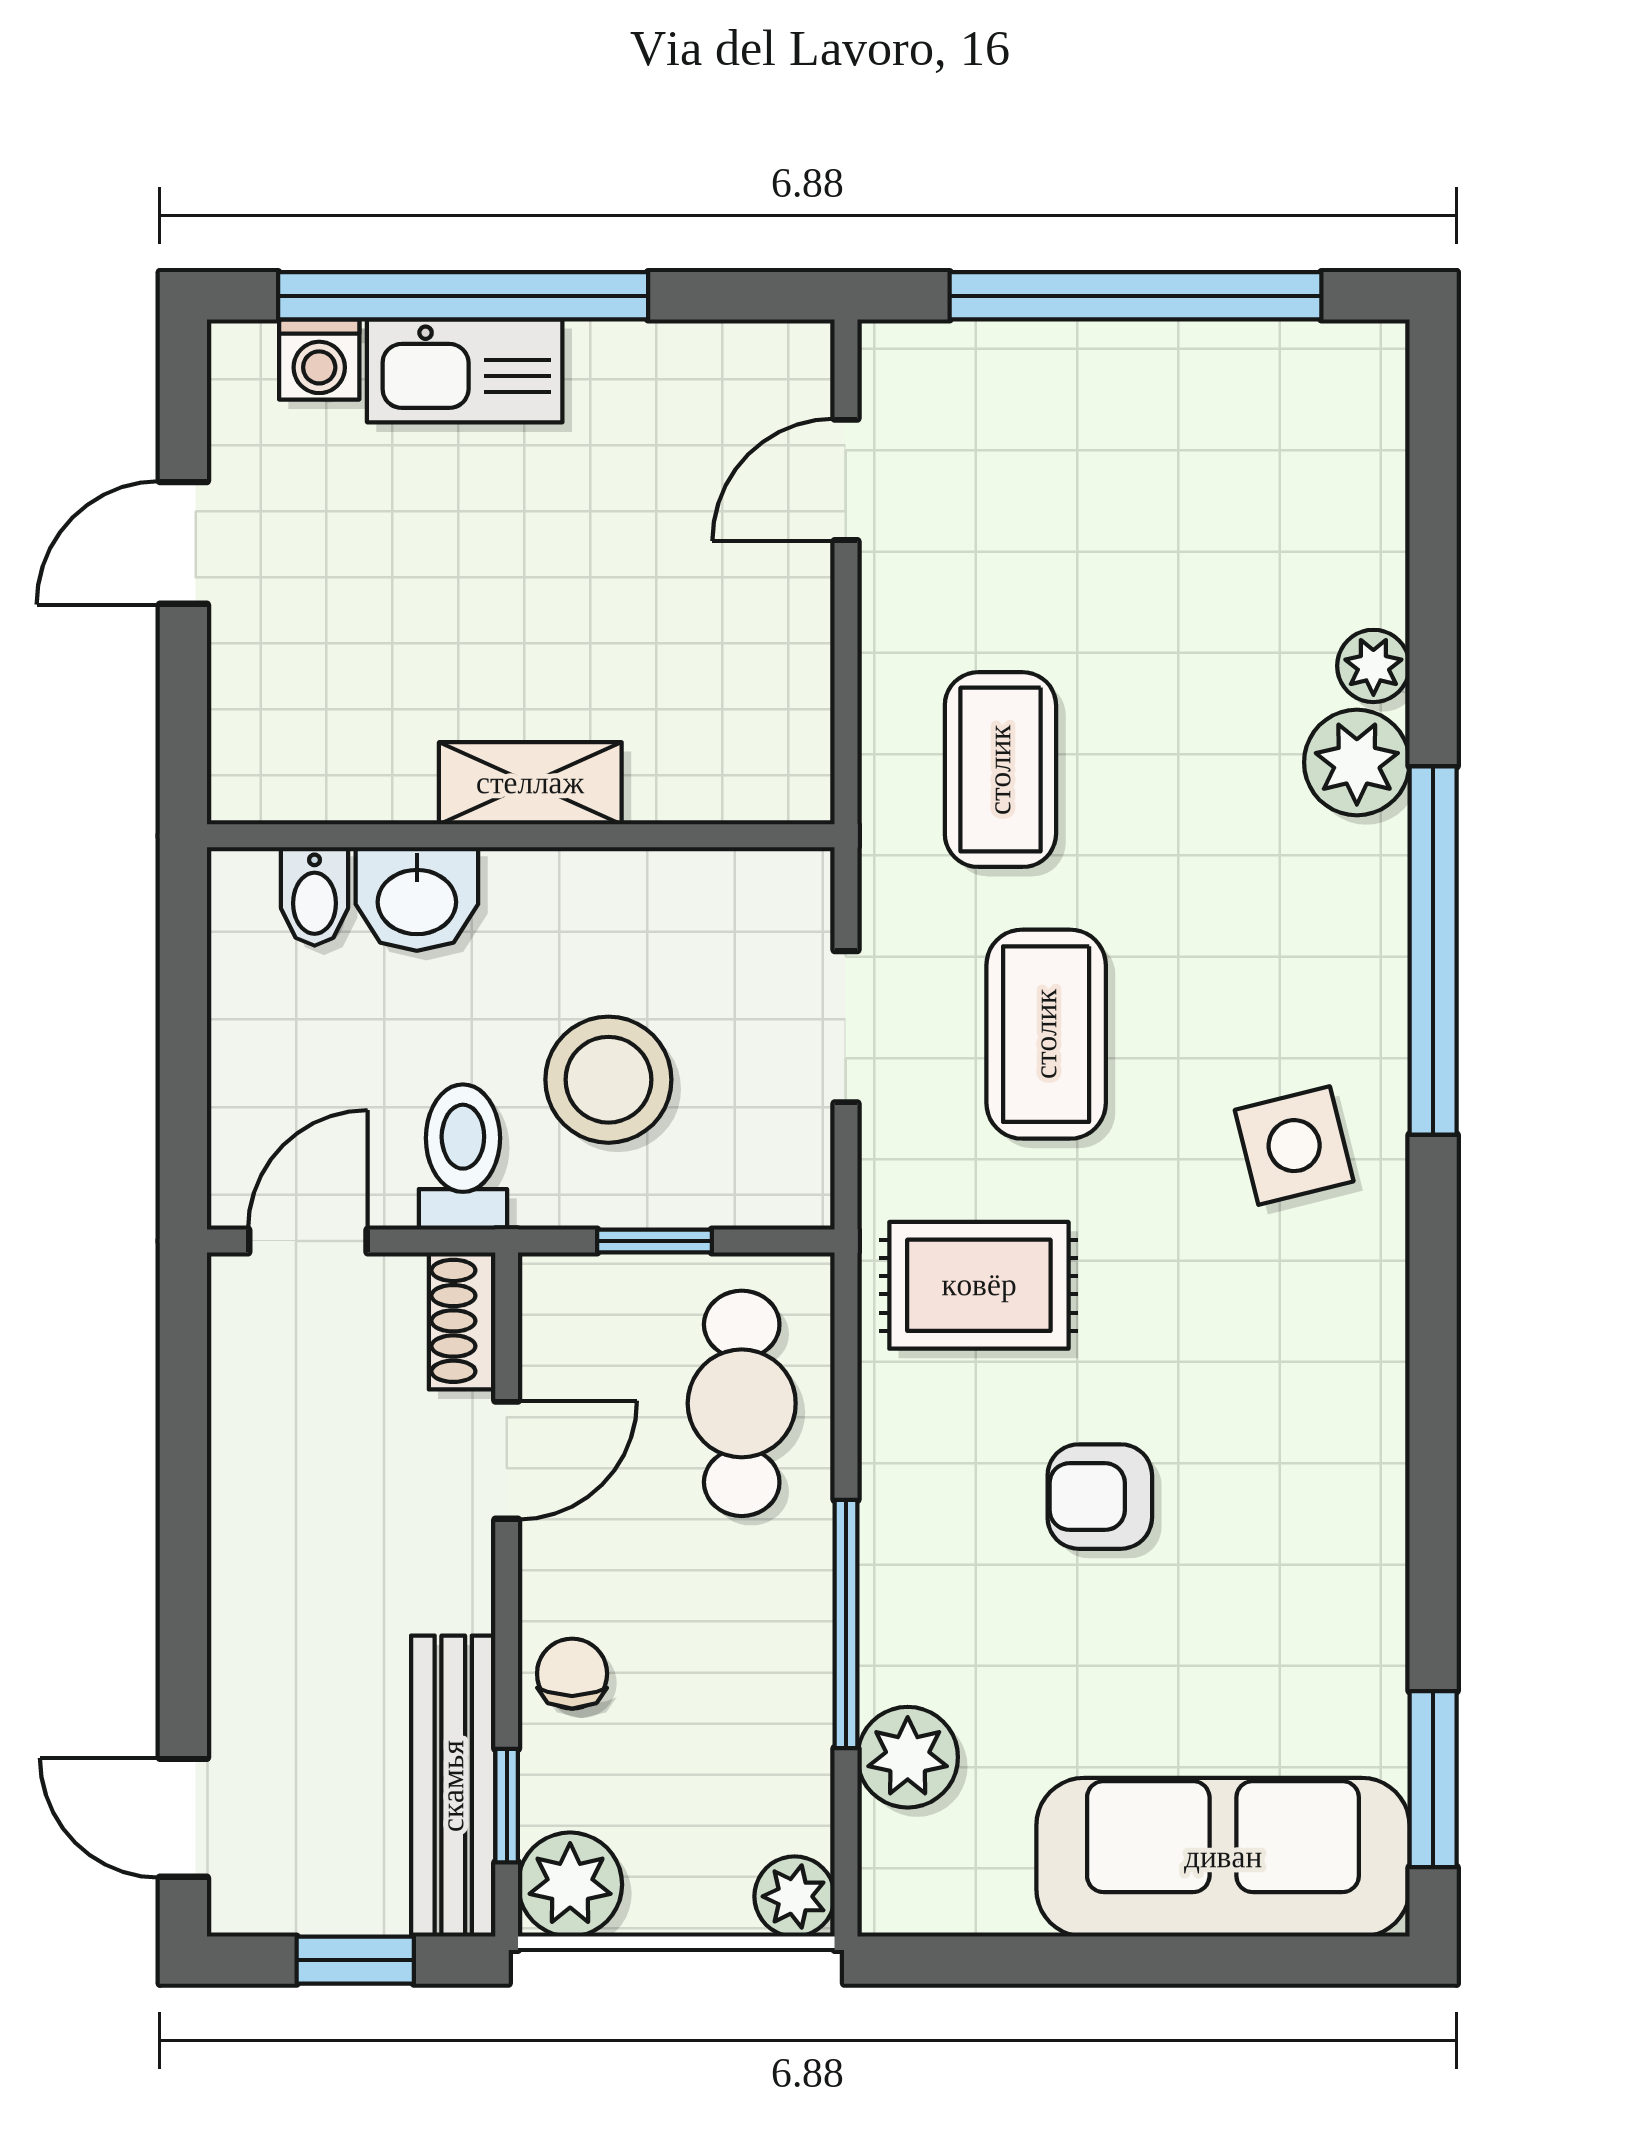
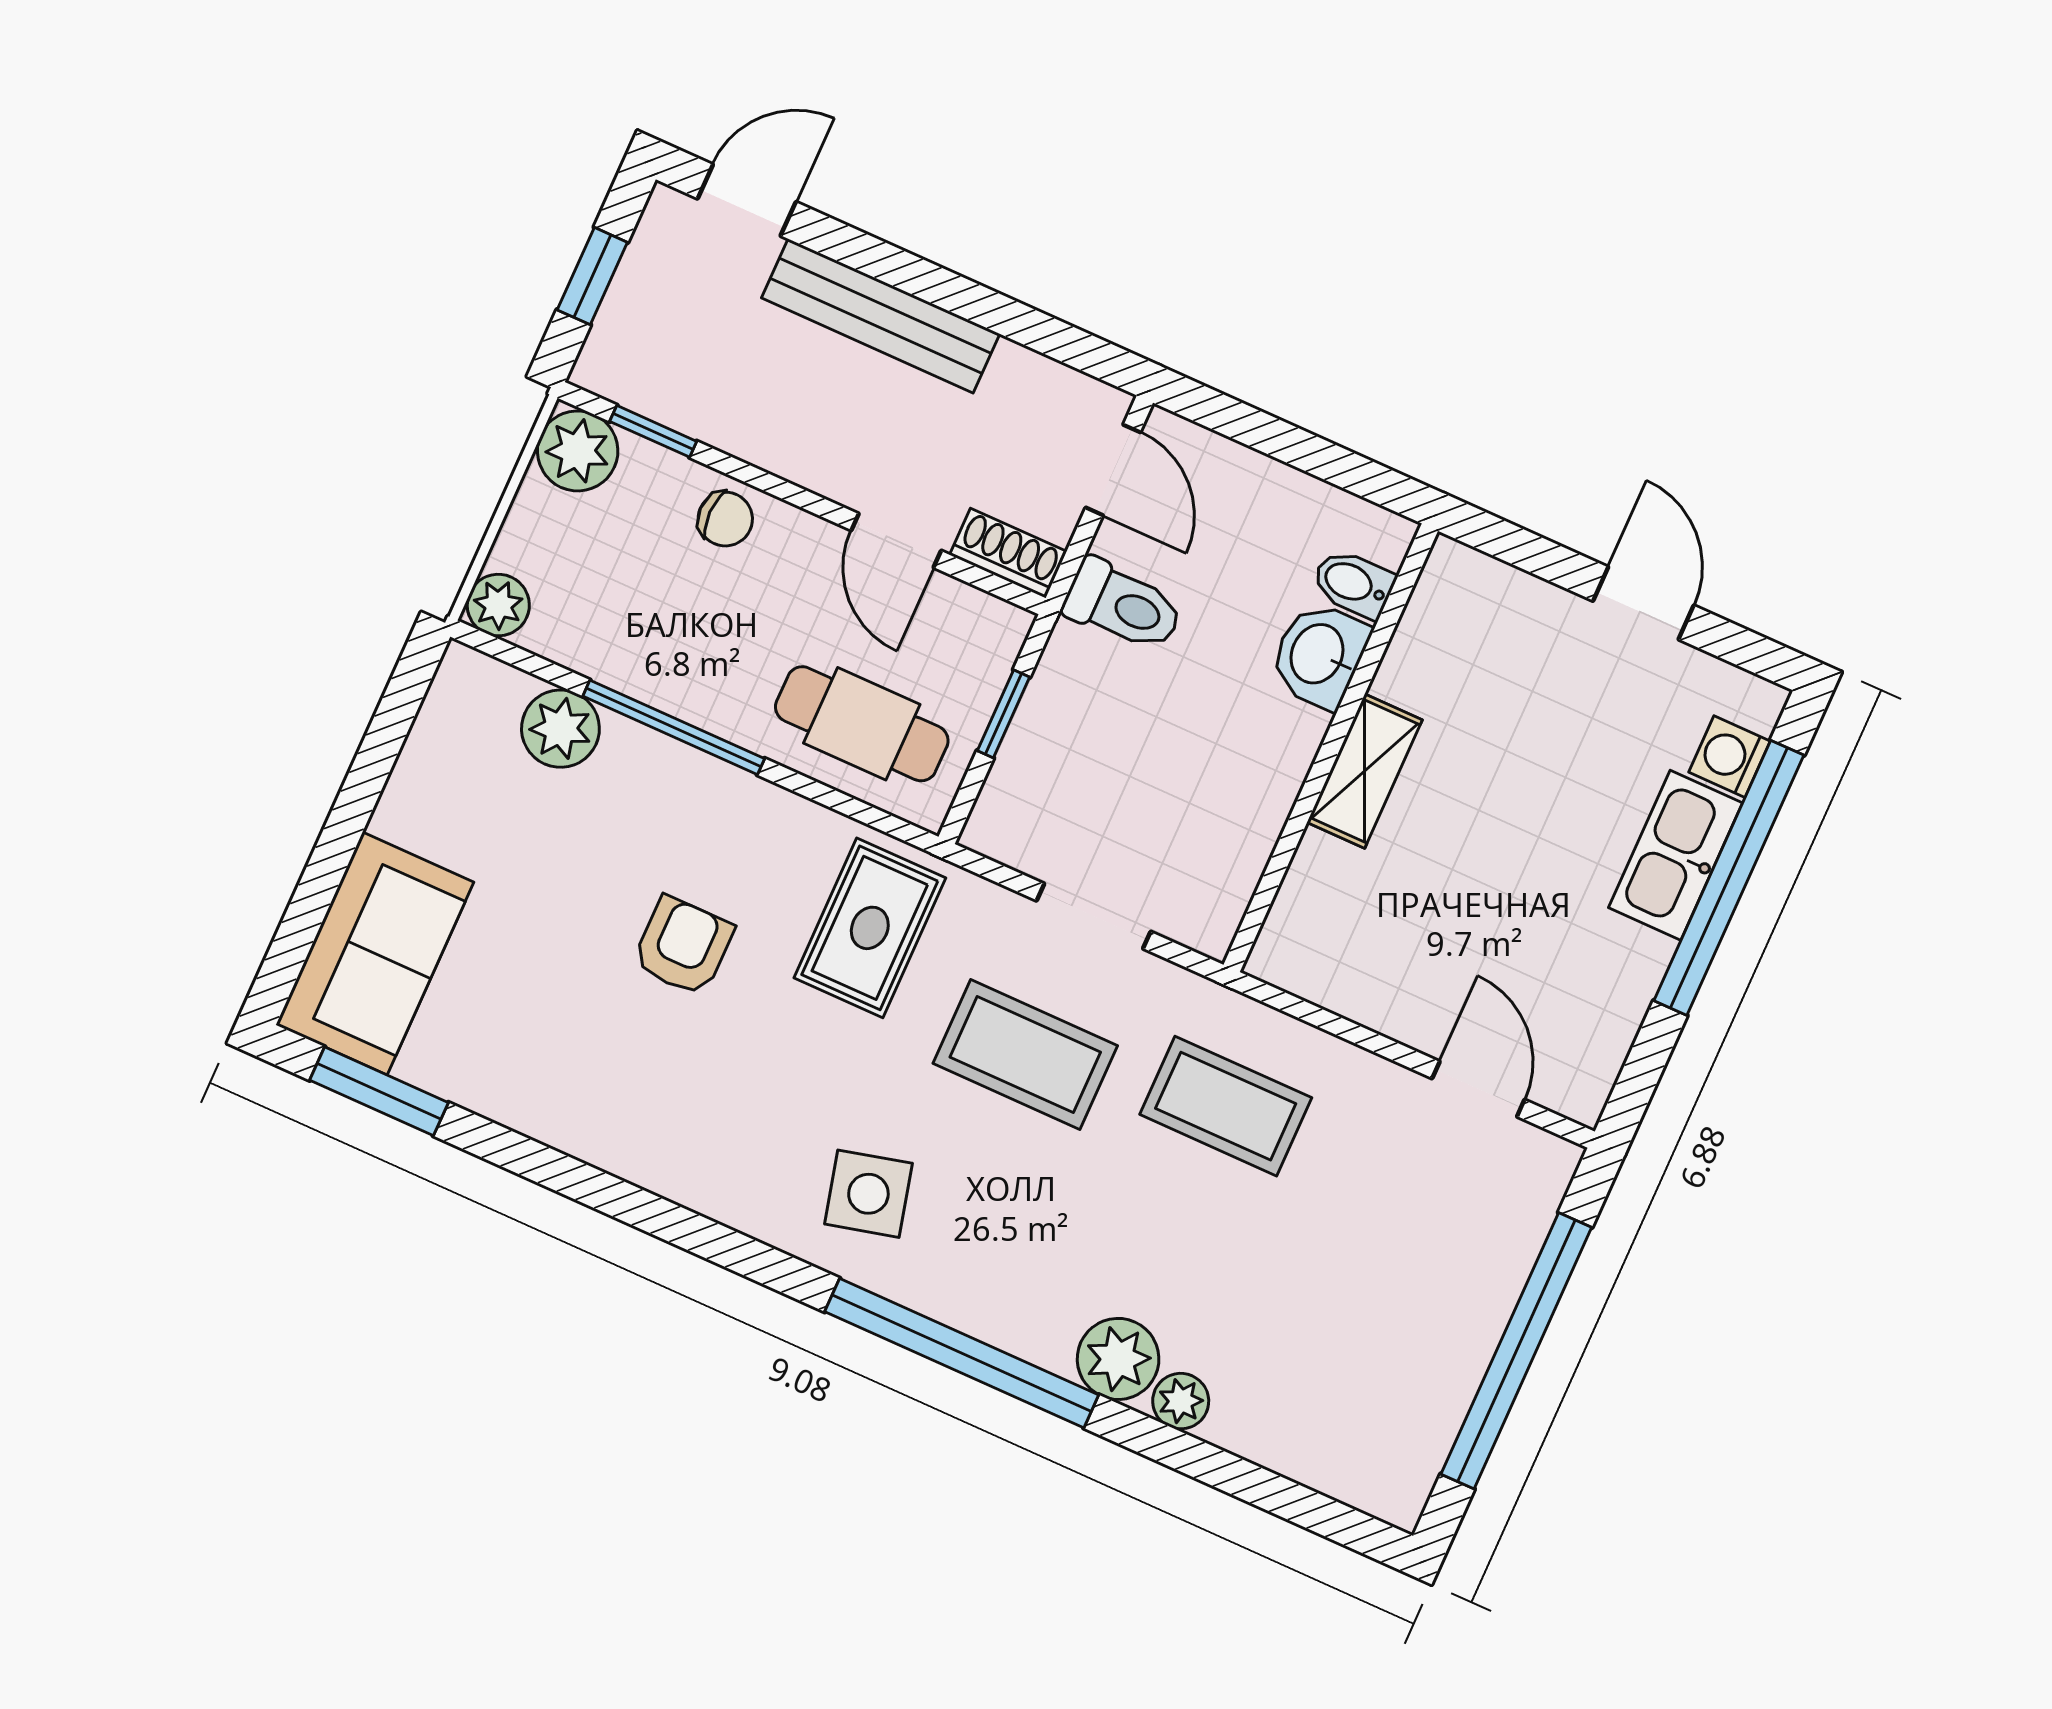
stool: (608, 1080) -> (1132, 732), removed
bench: (453, 1786) -> (881, 316), moved
sofa: (1223, 1857) -> (375, 954), width x0.73

